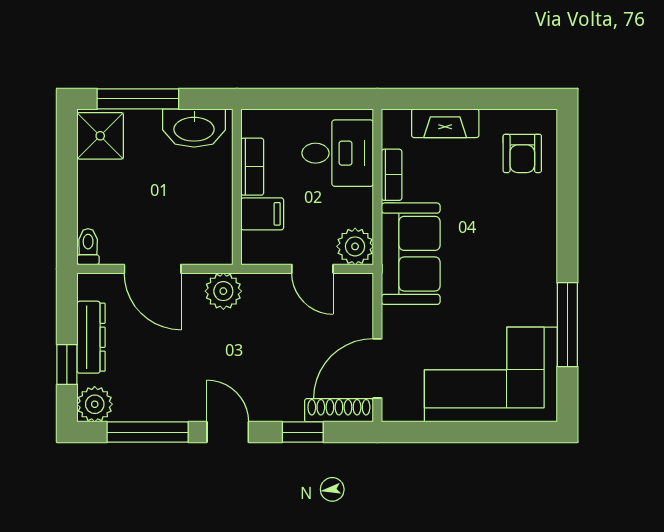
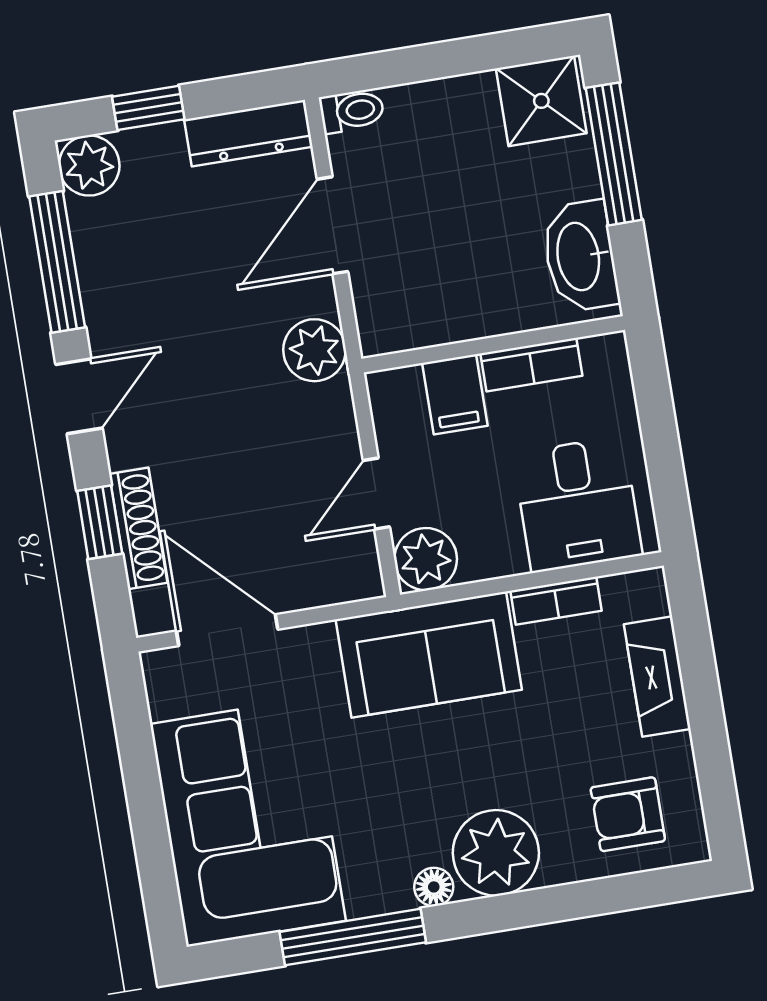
plant: (532, 234) -> (496, 853), added
floor lamp: (546, 273) -> (434, 887), added
dresser: (91, 337) -> (248, 133), moved
shoe rack: (339, 410) -> (138, 528), moved

